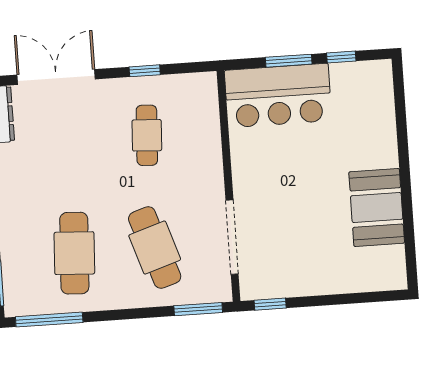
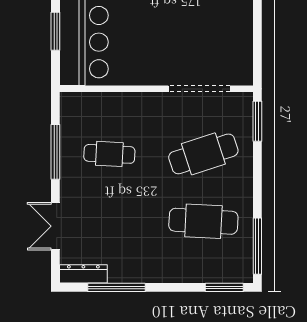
window: (145, 71) -> (55, 152), width x2.17
double door: (56, 77) -> (55, 226), width x0.73
window: (270, 304) -> (257, 61), removed

